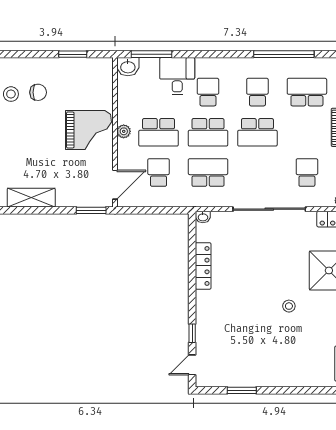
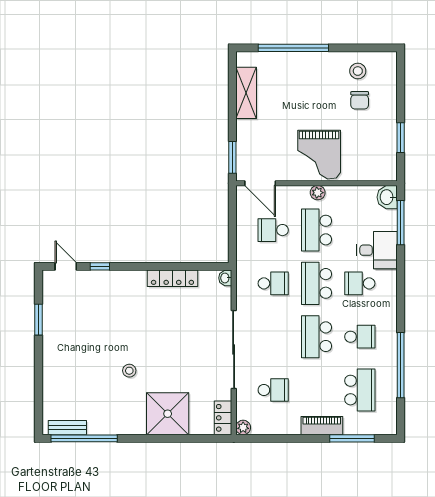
school desk: (208, 92) -> (360, 283), turned 180
school desk: (159, 173) -> (273, 230), turned 180
school desk: (208, 173) -> (273, 283), width x0.54

